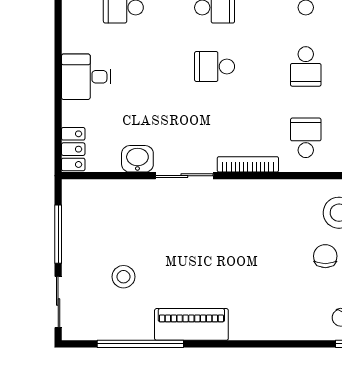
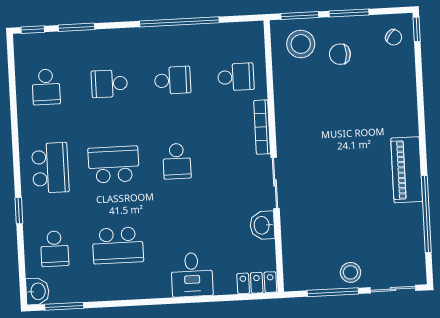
school desk: (306, 138) -> (236, 77), turned 180
stool: (123, 277) -> (350, 272), moved

